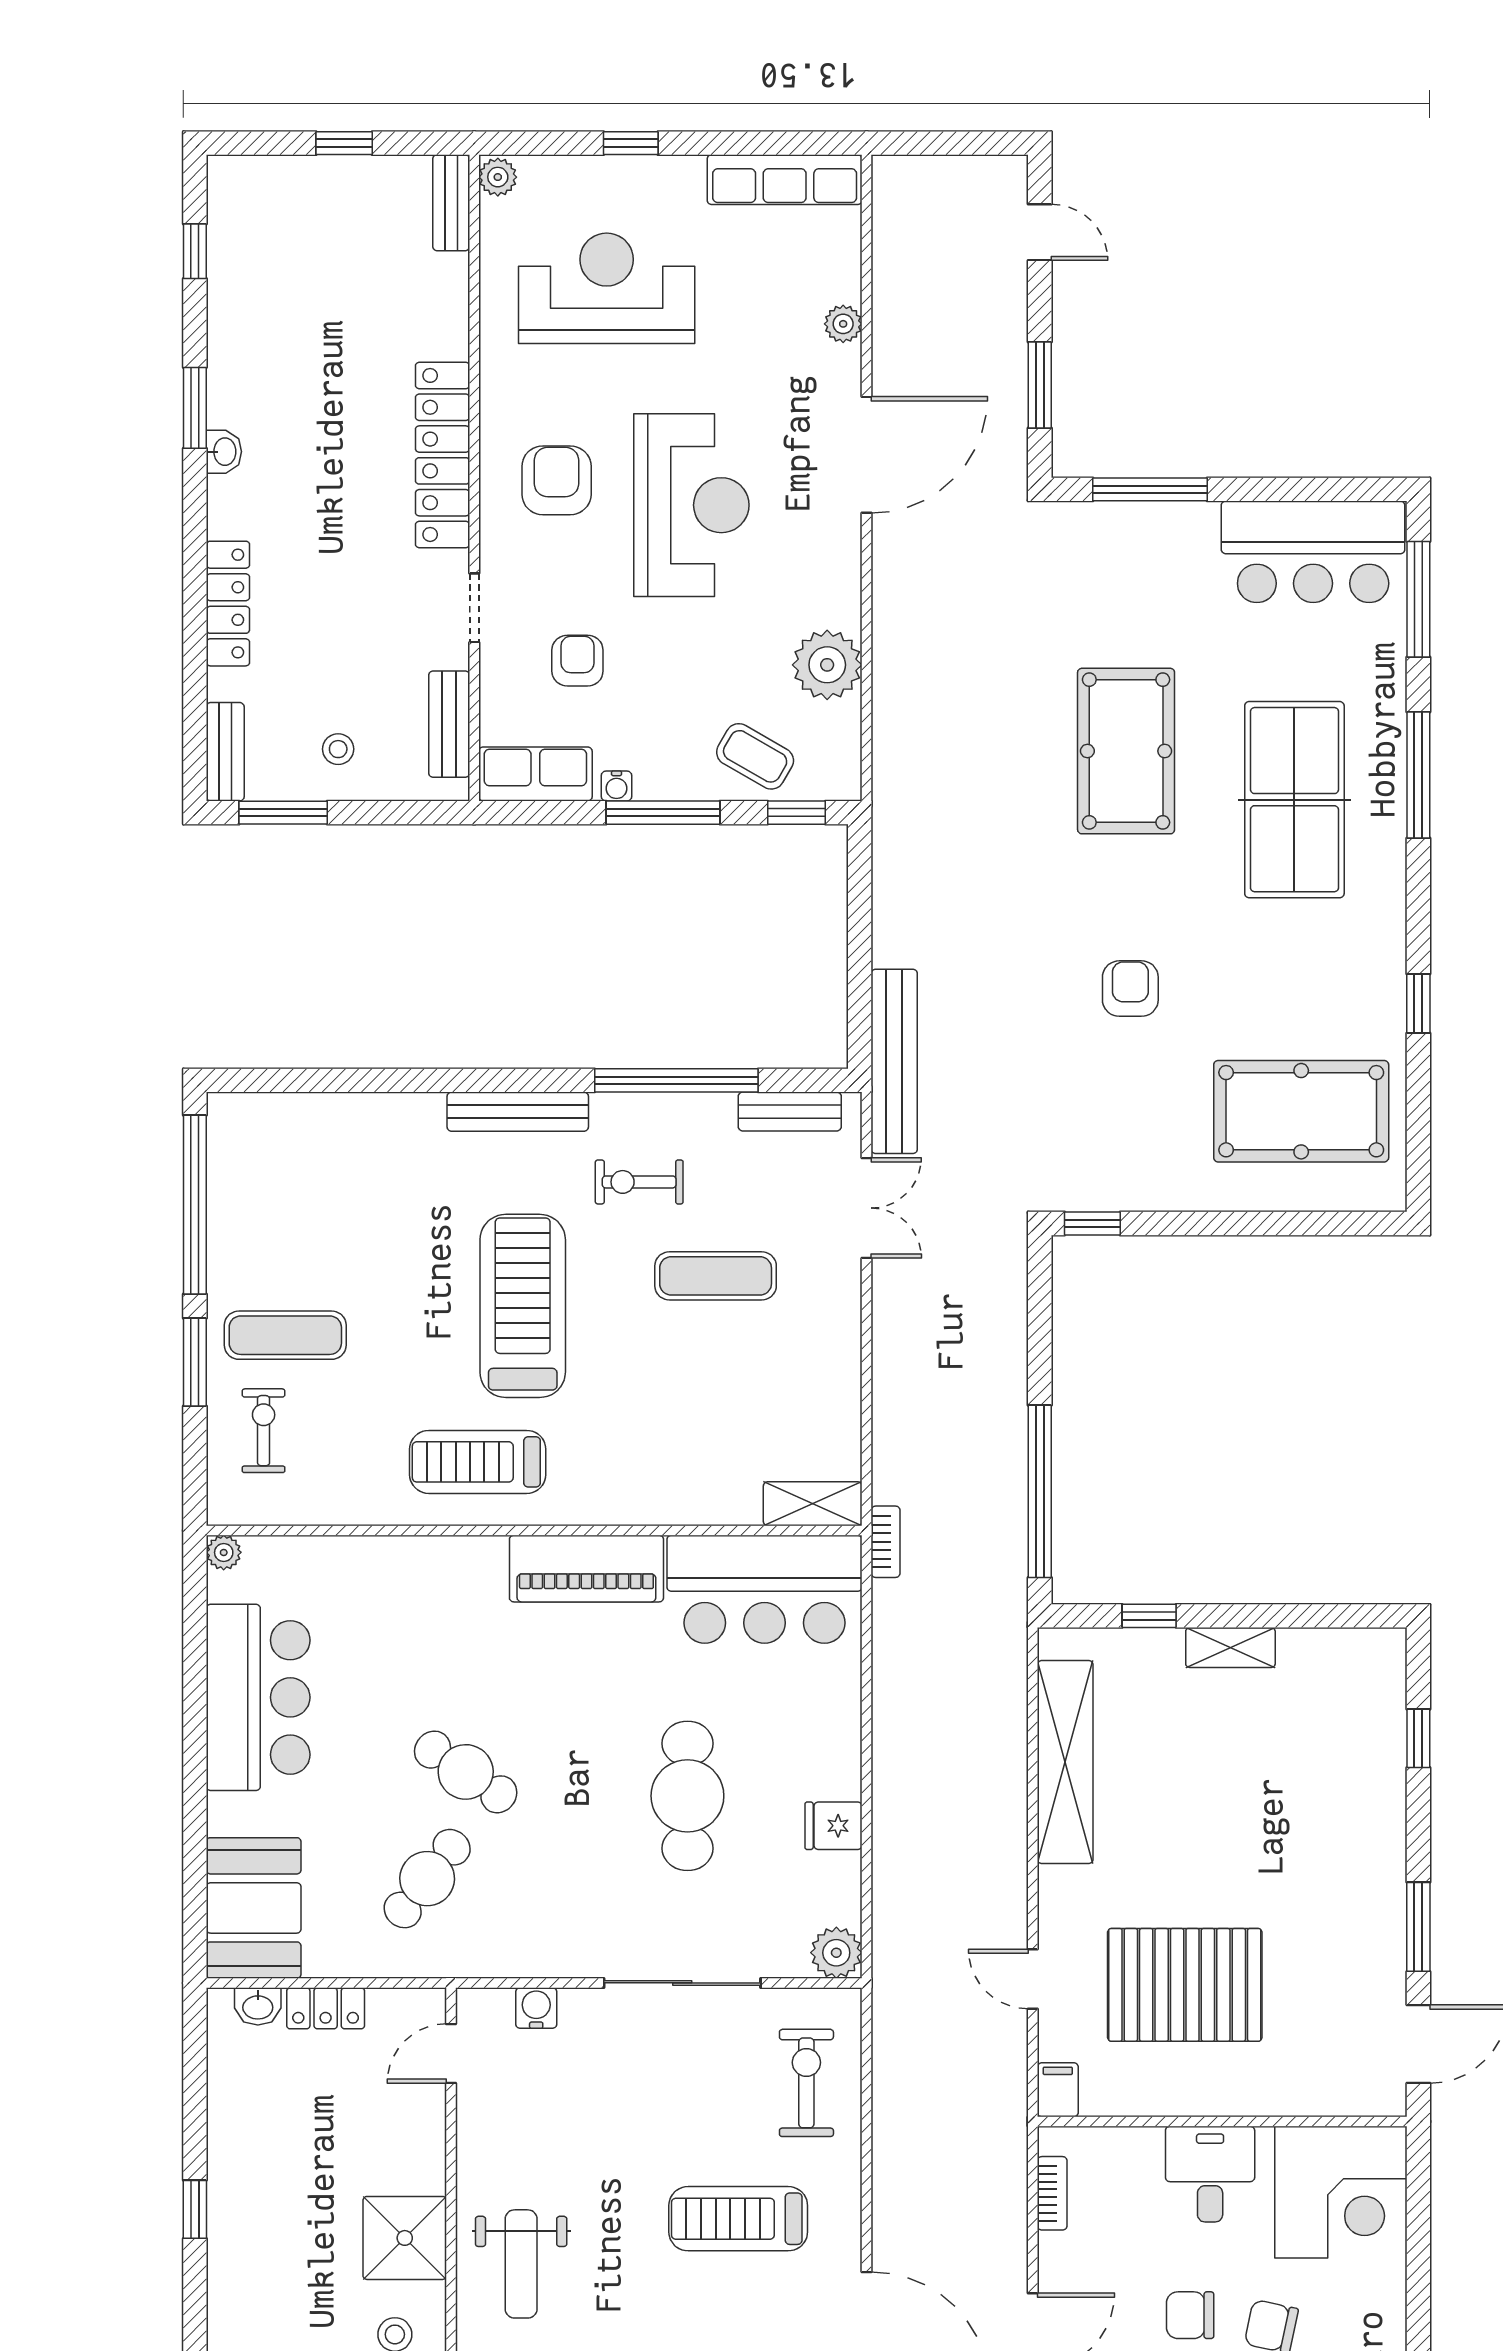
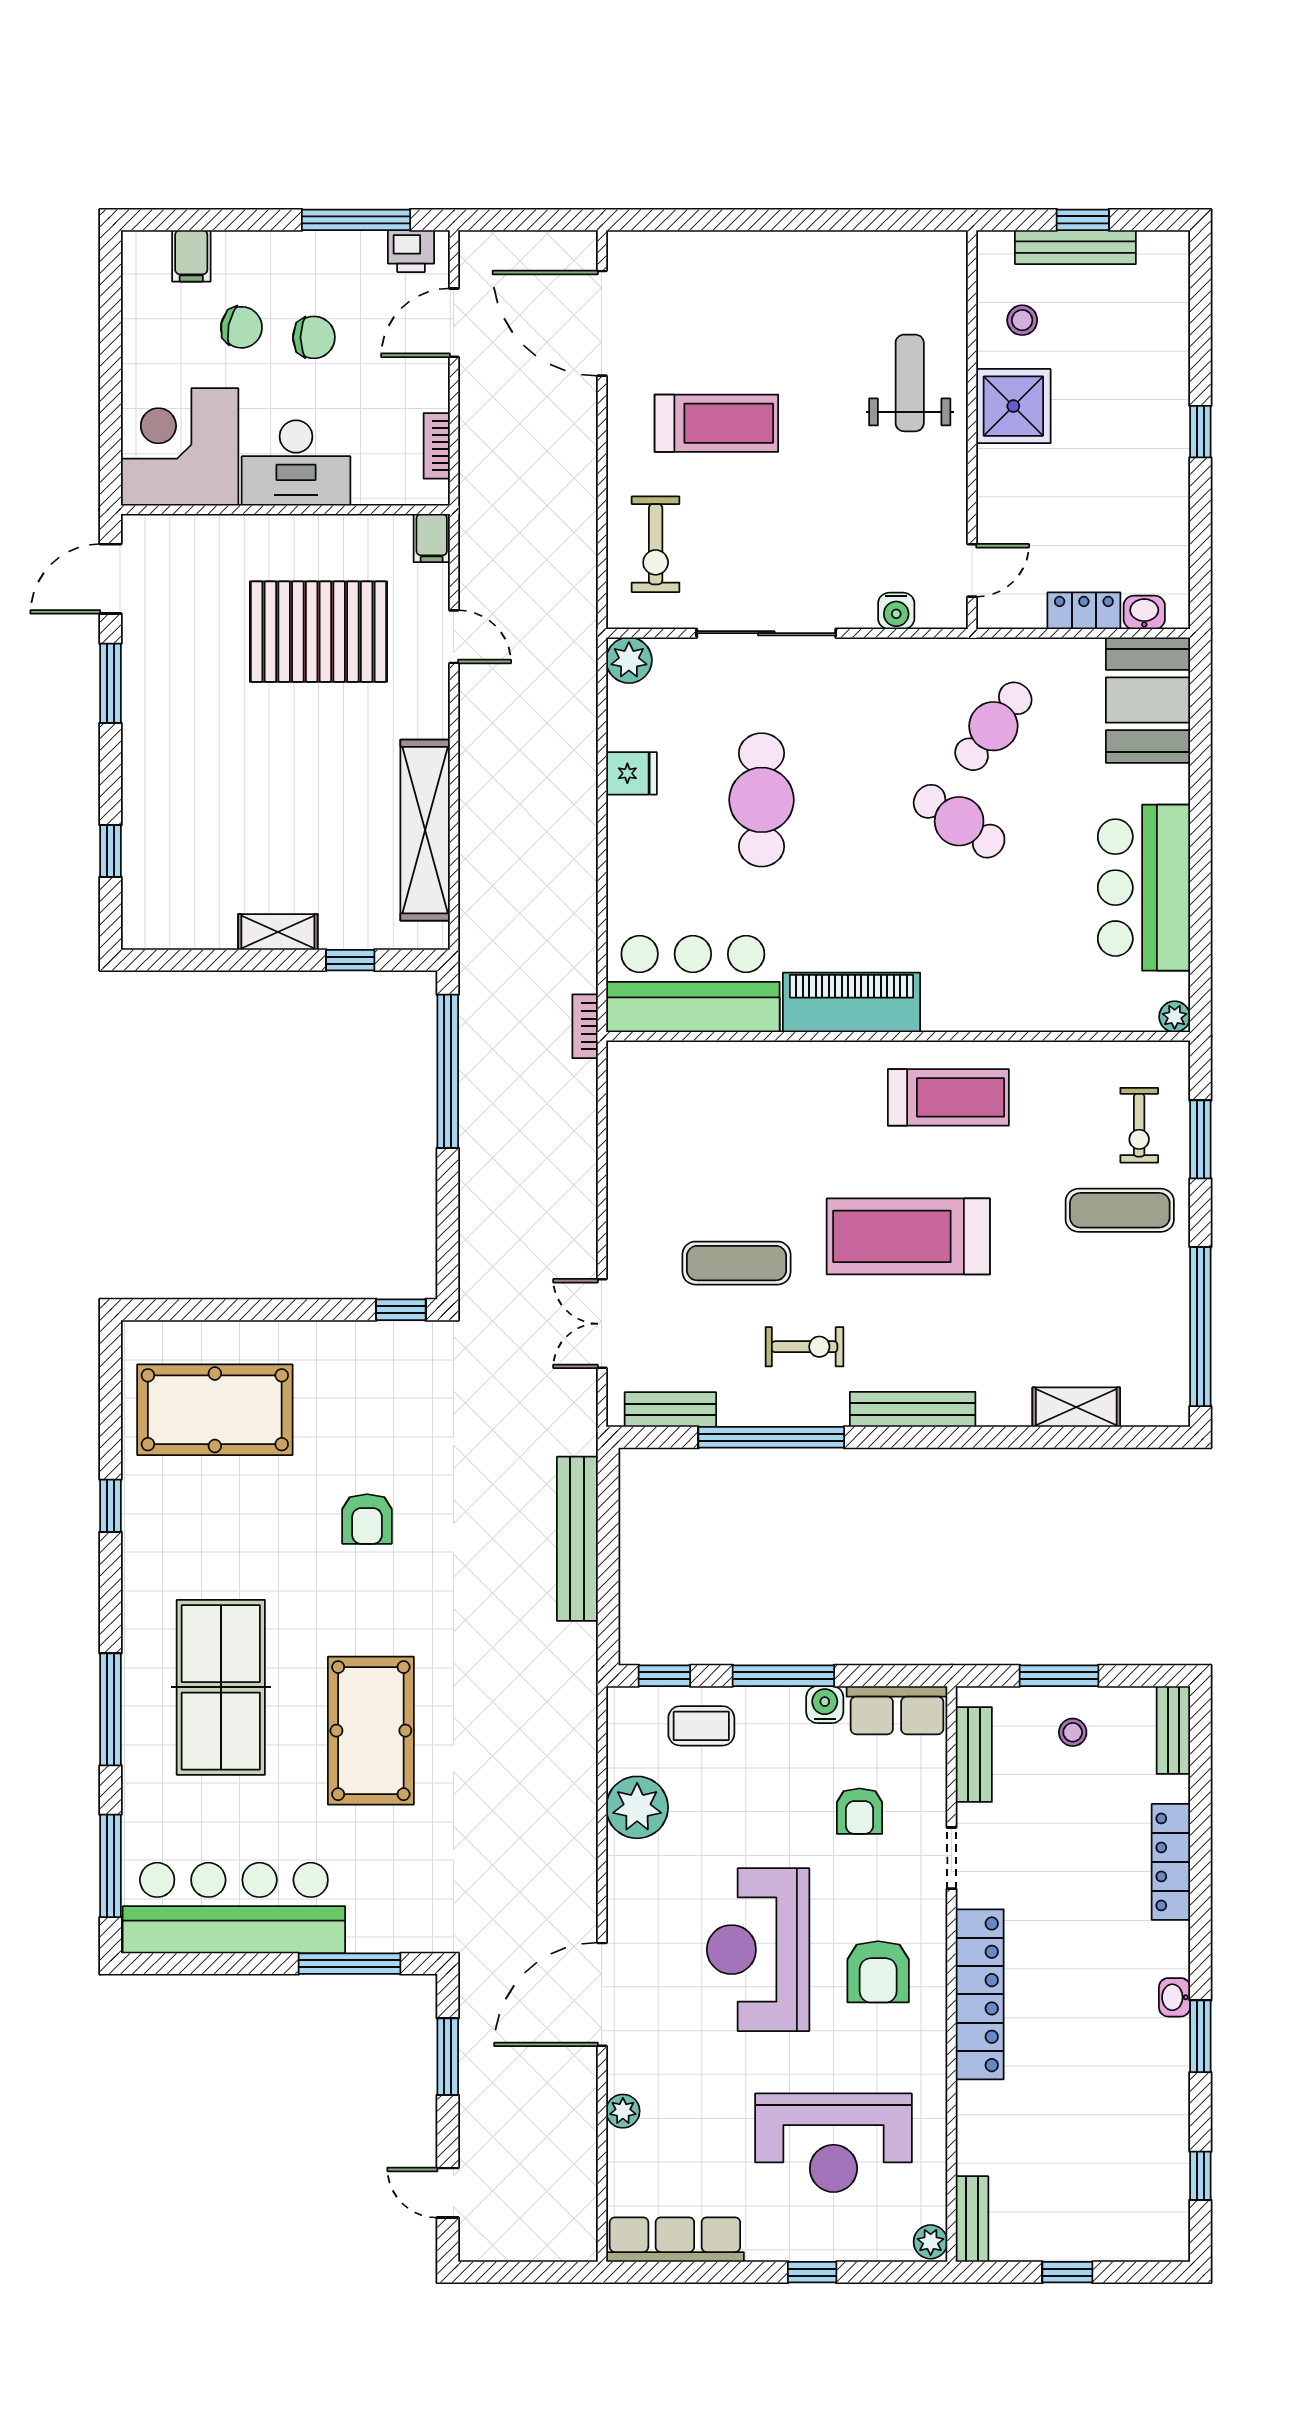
bar counter: (1313, 552) -> (234, 1908), width x1.36
coffee table: (755, 756) -> (701, 1726), turned -30
water cooler: (616, 786) -> (825, 1705), width x1.38, depth x1.38
window: (283, 813) -> (1059, 1676), moved
bench: (894, 1061) -> (577, 1539), moved
treadmill: (523, 1306) -> (908, 1236), turned 90
window: (195, 1362) -> (1200, 1139), moved
shelving: (813, 1504) -> (1076, 1407), moved
desk: (1210, 2174) -> (296, 463), width x1.37

